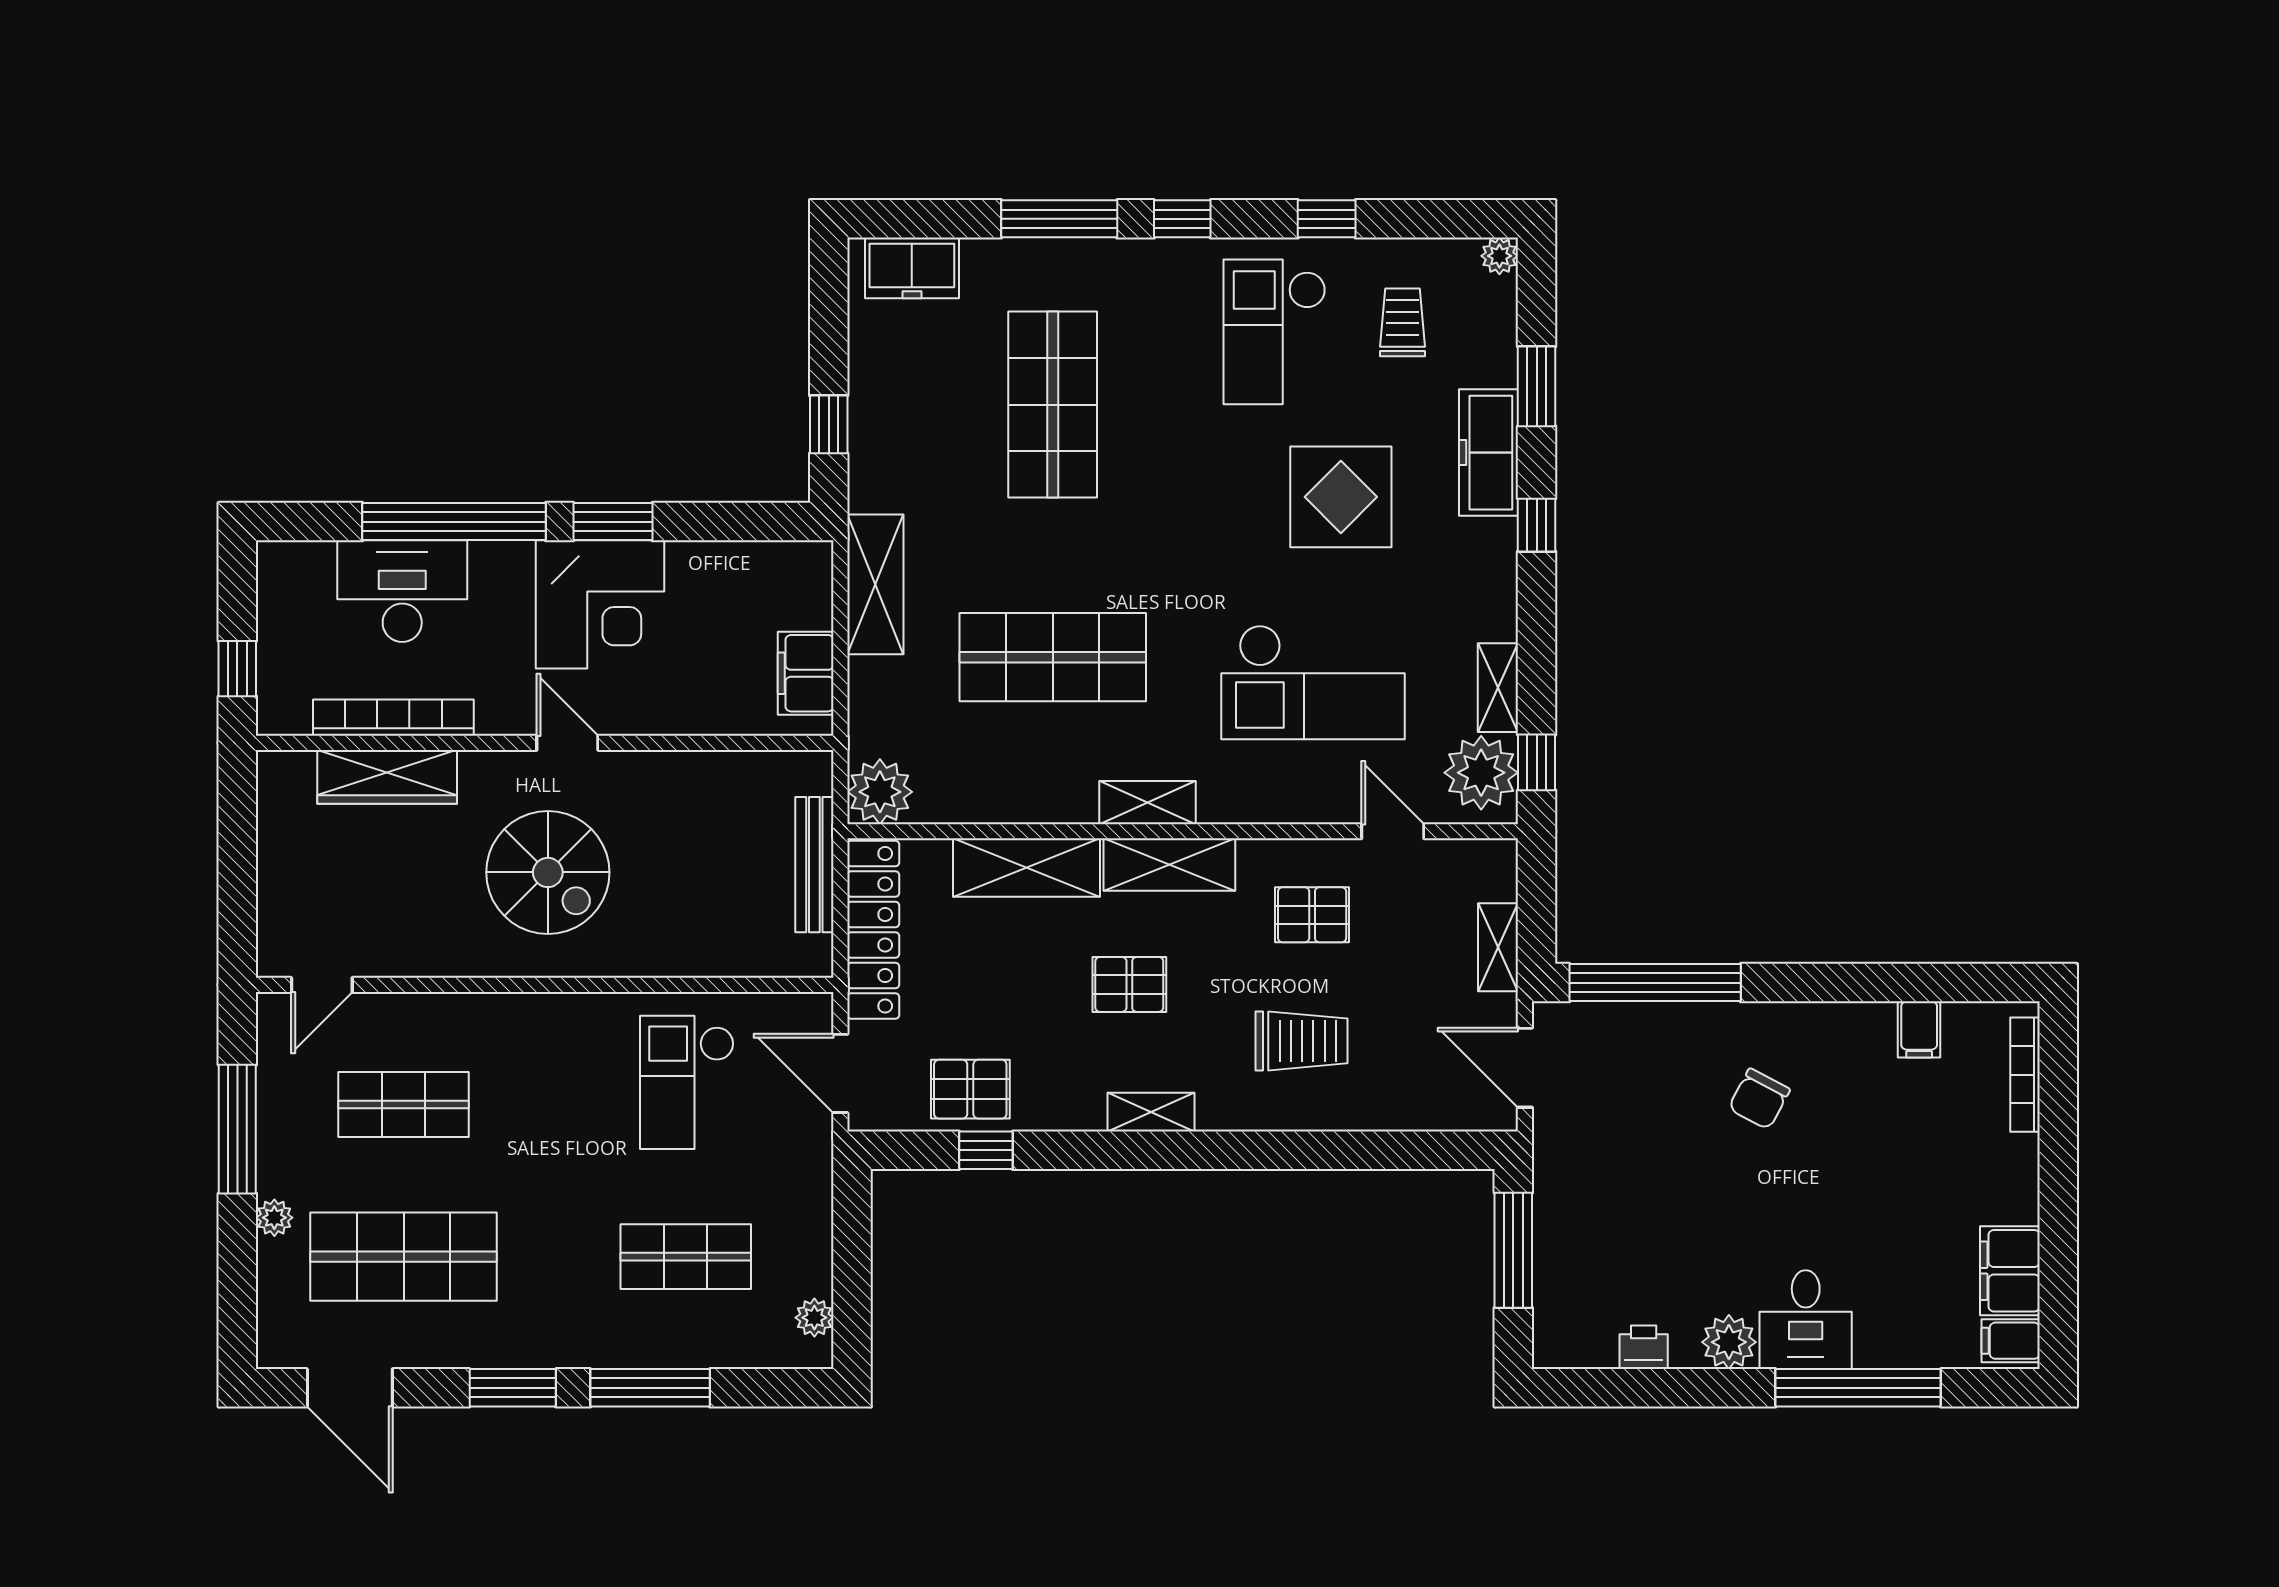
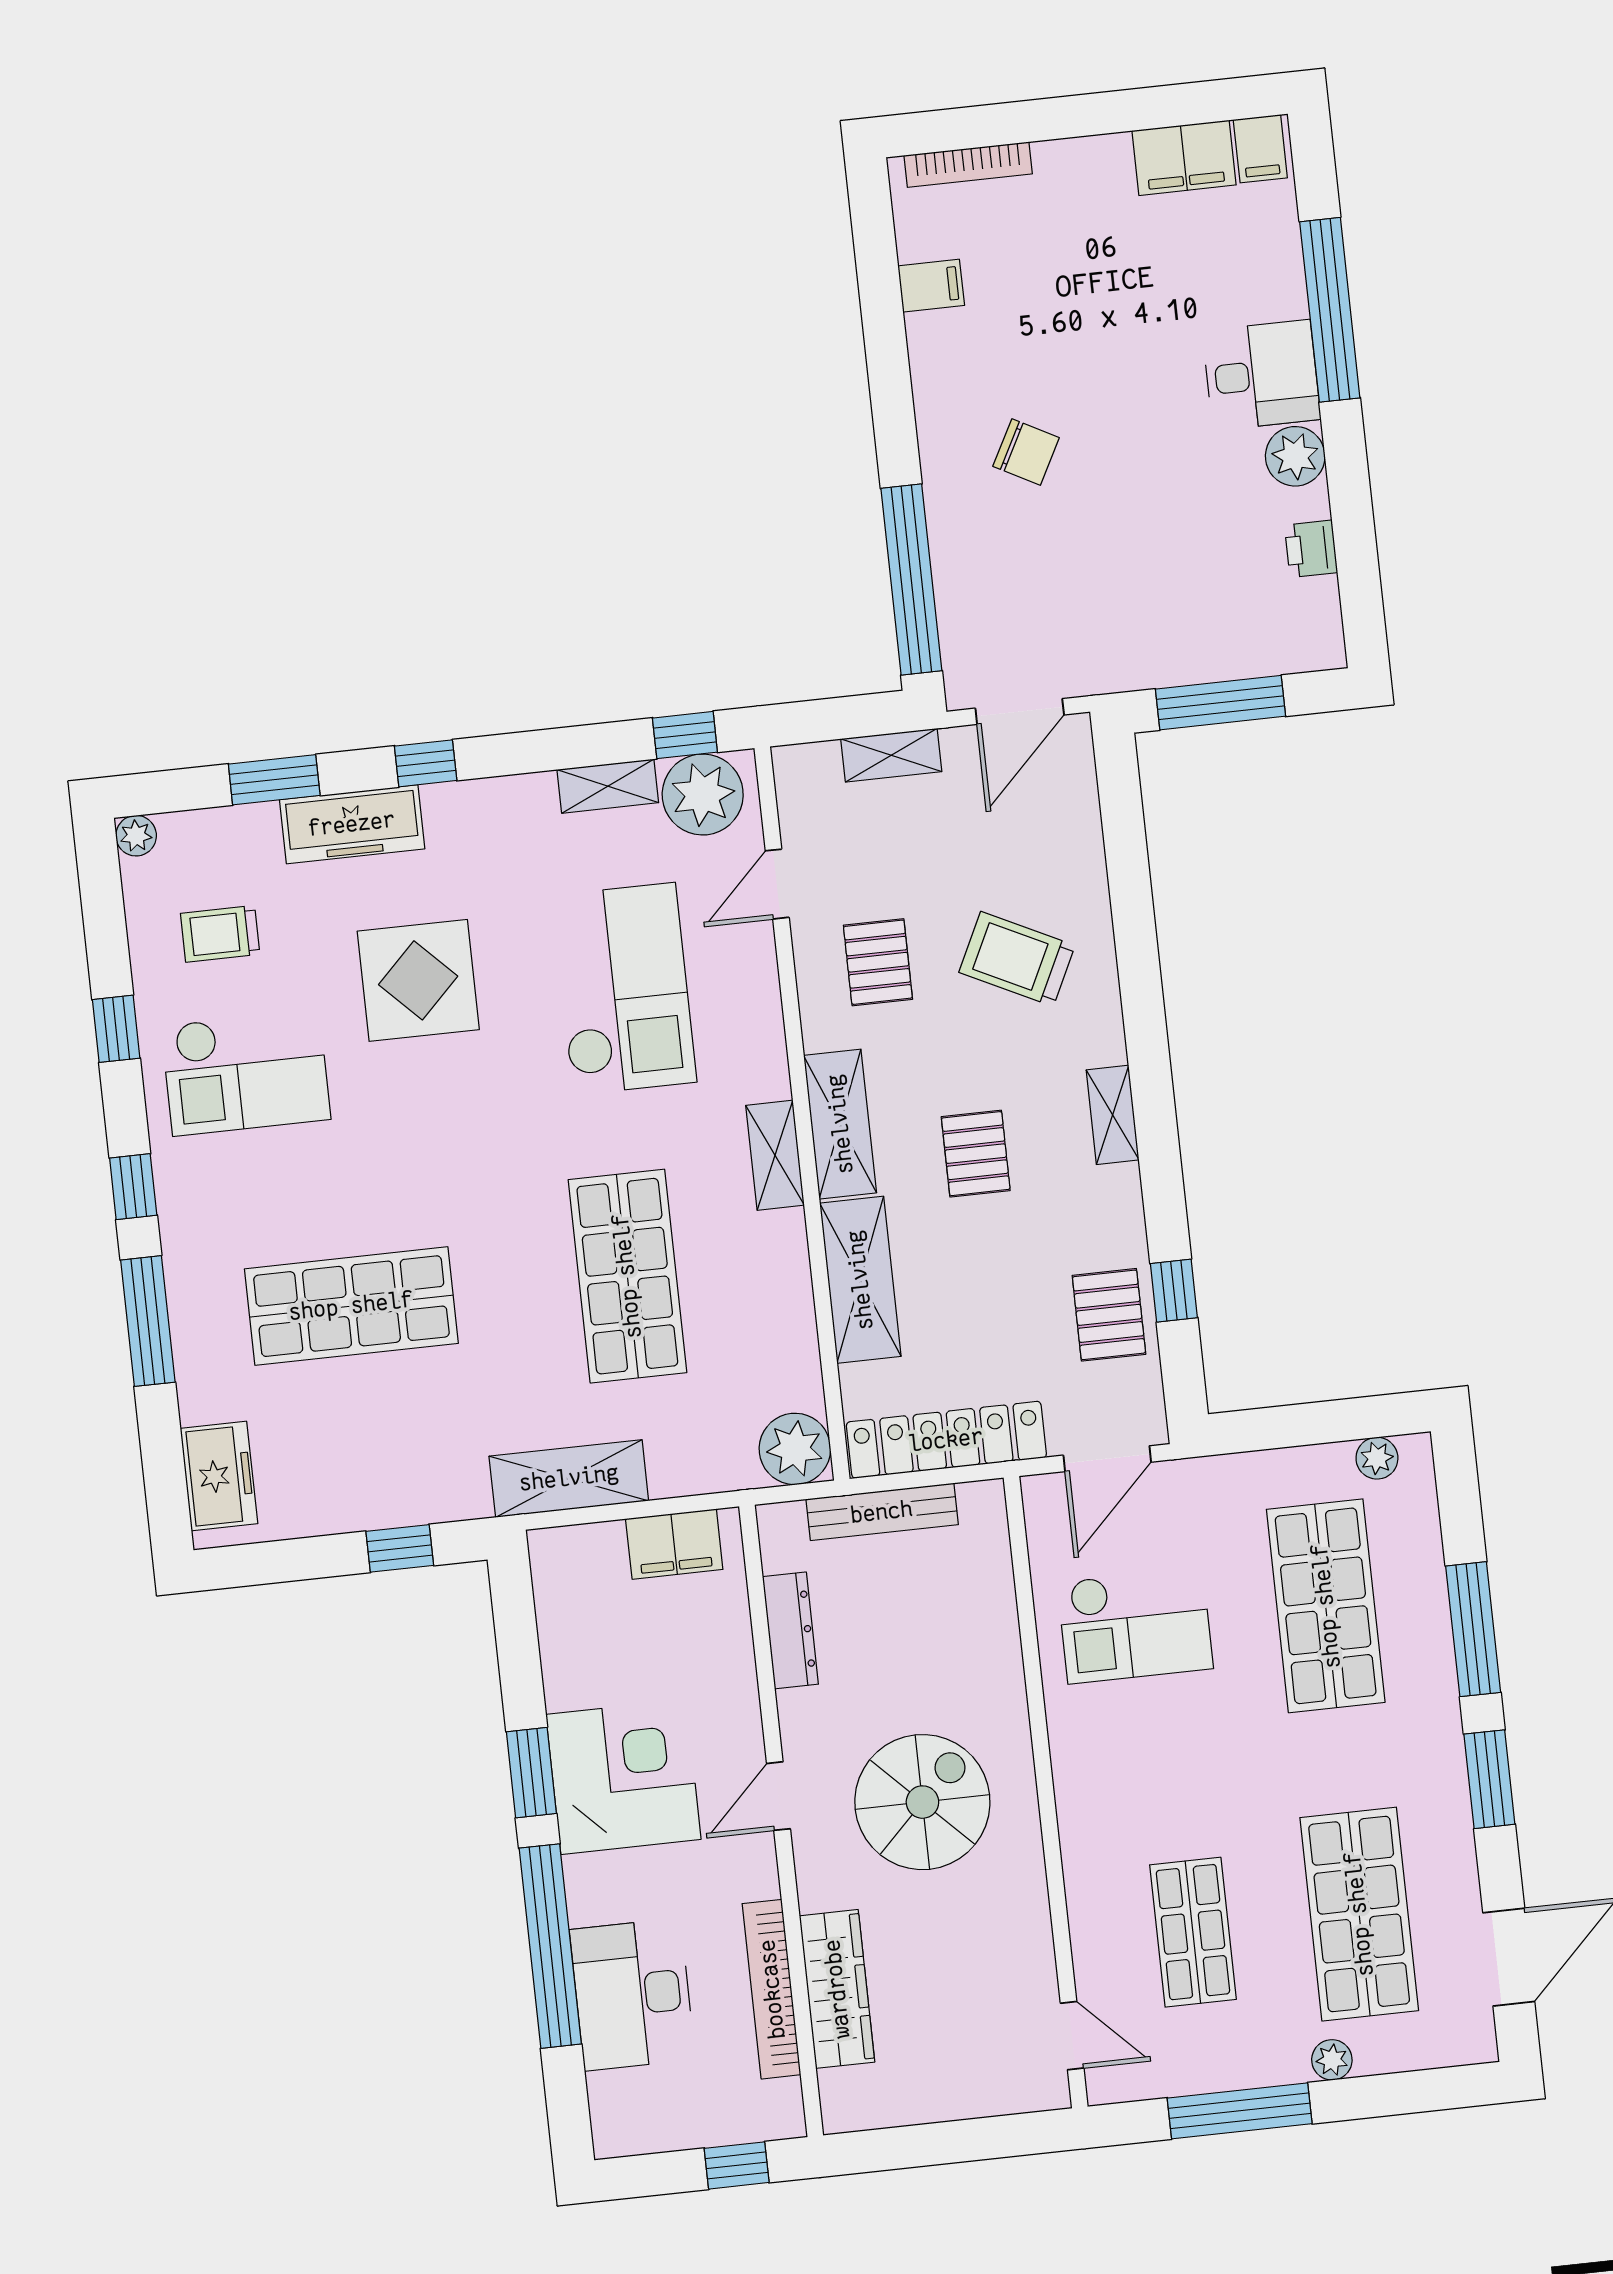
dresser: (716, 770) -> (790, 1630), added
trolley: (1301, 1041) -> (1017, 959), turned -64
shop shelf: (686, 1257) -> (1326, 1606), width x1.43, depth x1.36

